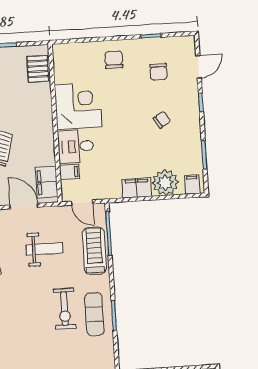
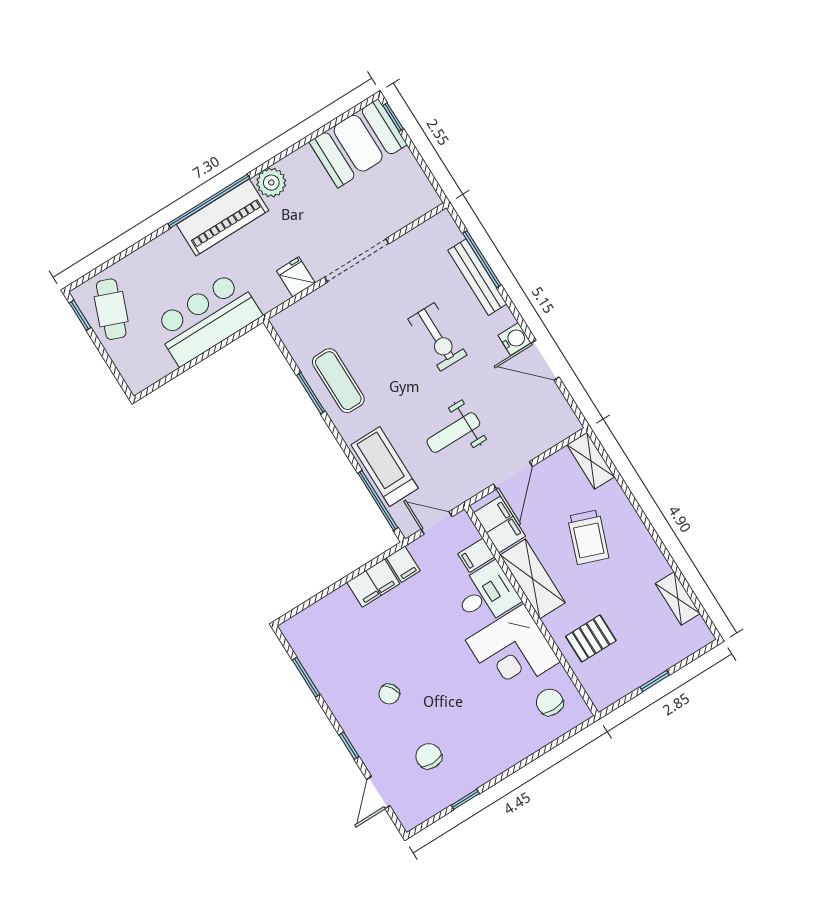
chair: (114, 60) -> (550, 702), moved, turned 180
pallet: (38, 69) -> (591, 638), moved, turned 90
shelving: (45, 141) -> (533, 579), added
plant: (165, 183) -> (338, 611), removed
filing cabinet: (192, 184) -> (403, 564), moved
door: (24, 206) -> (513, 475), hinge flipped
treadmill: (94, 251) -> (385, 467), turned 180
exercise bike: (65, 309) -> (437, 337), moved, turned 180

